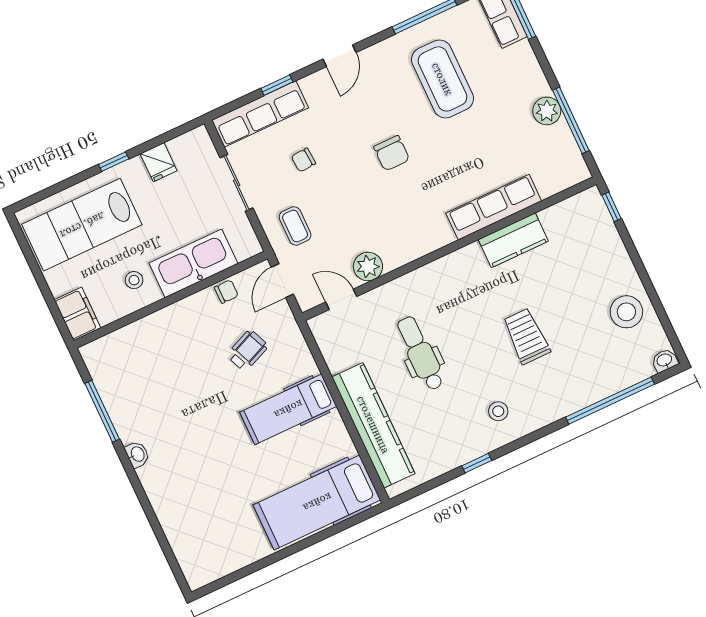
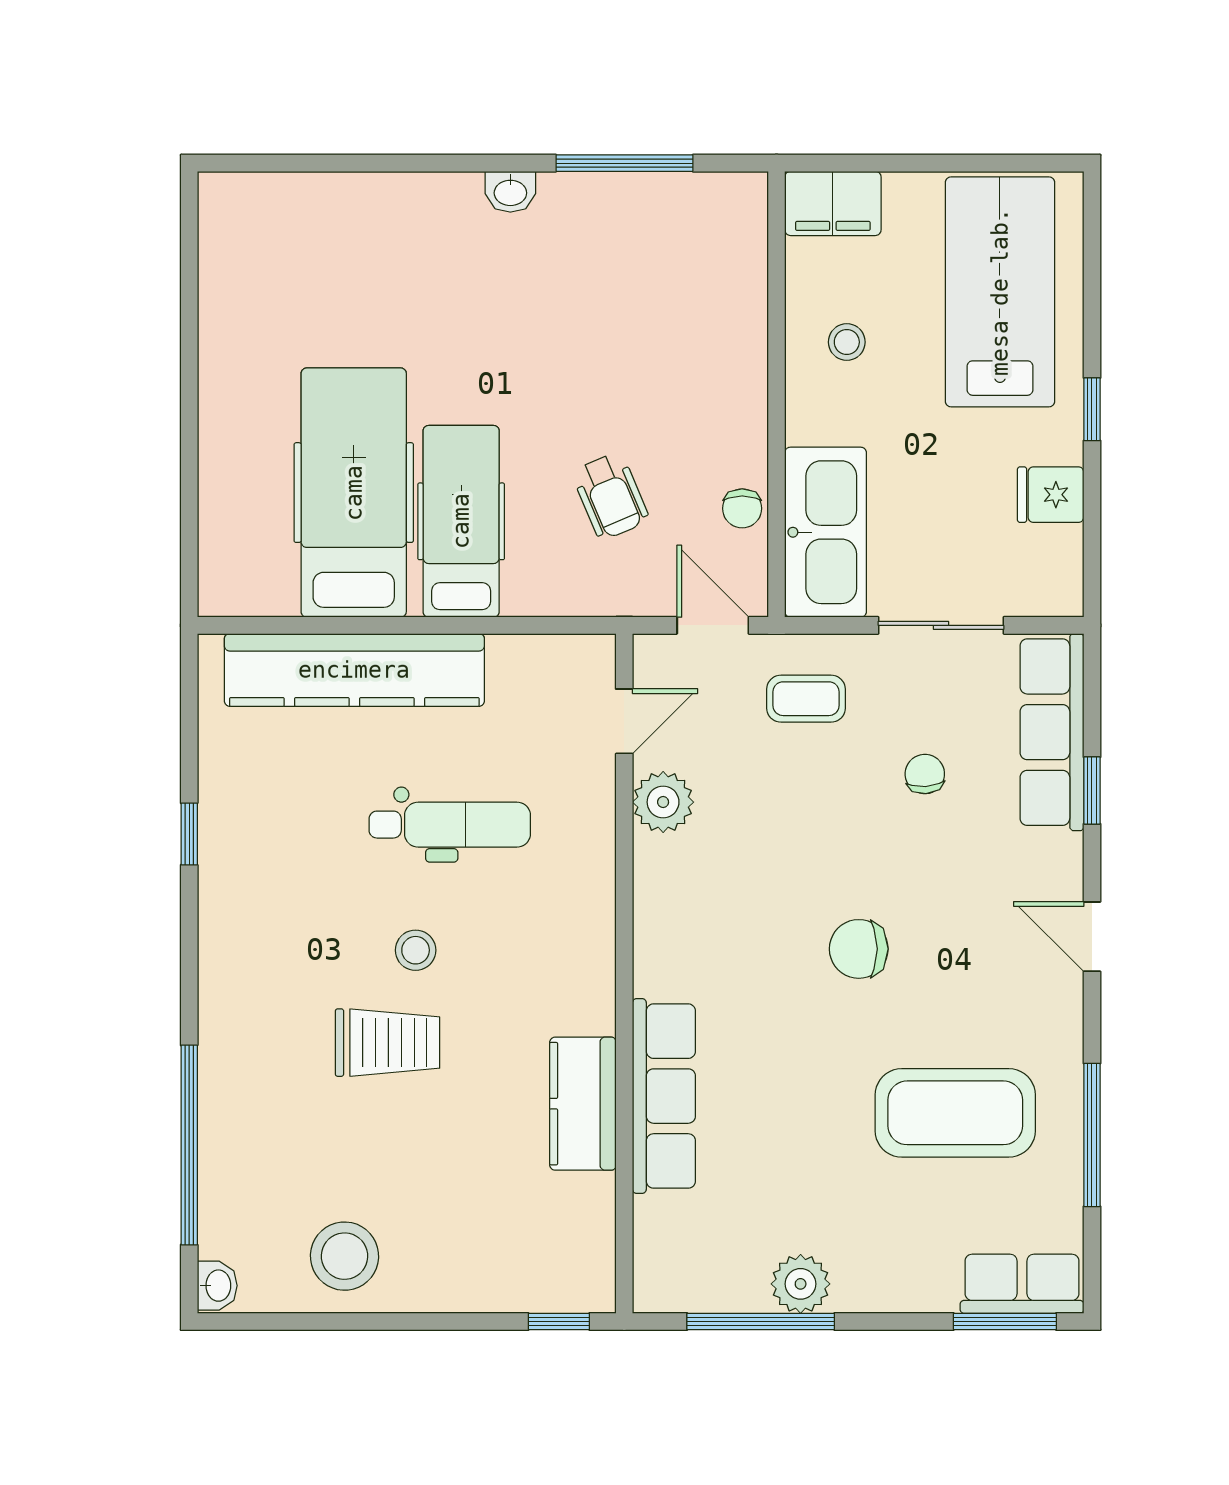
kitchen sink: (193, 263) -> (826, 532), moved
stool: (498, 411) -> (416, 950), moved
hospital bed: (317, 502) -> (354, 493), moved

